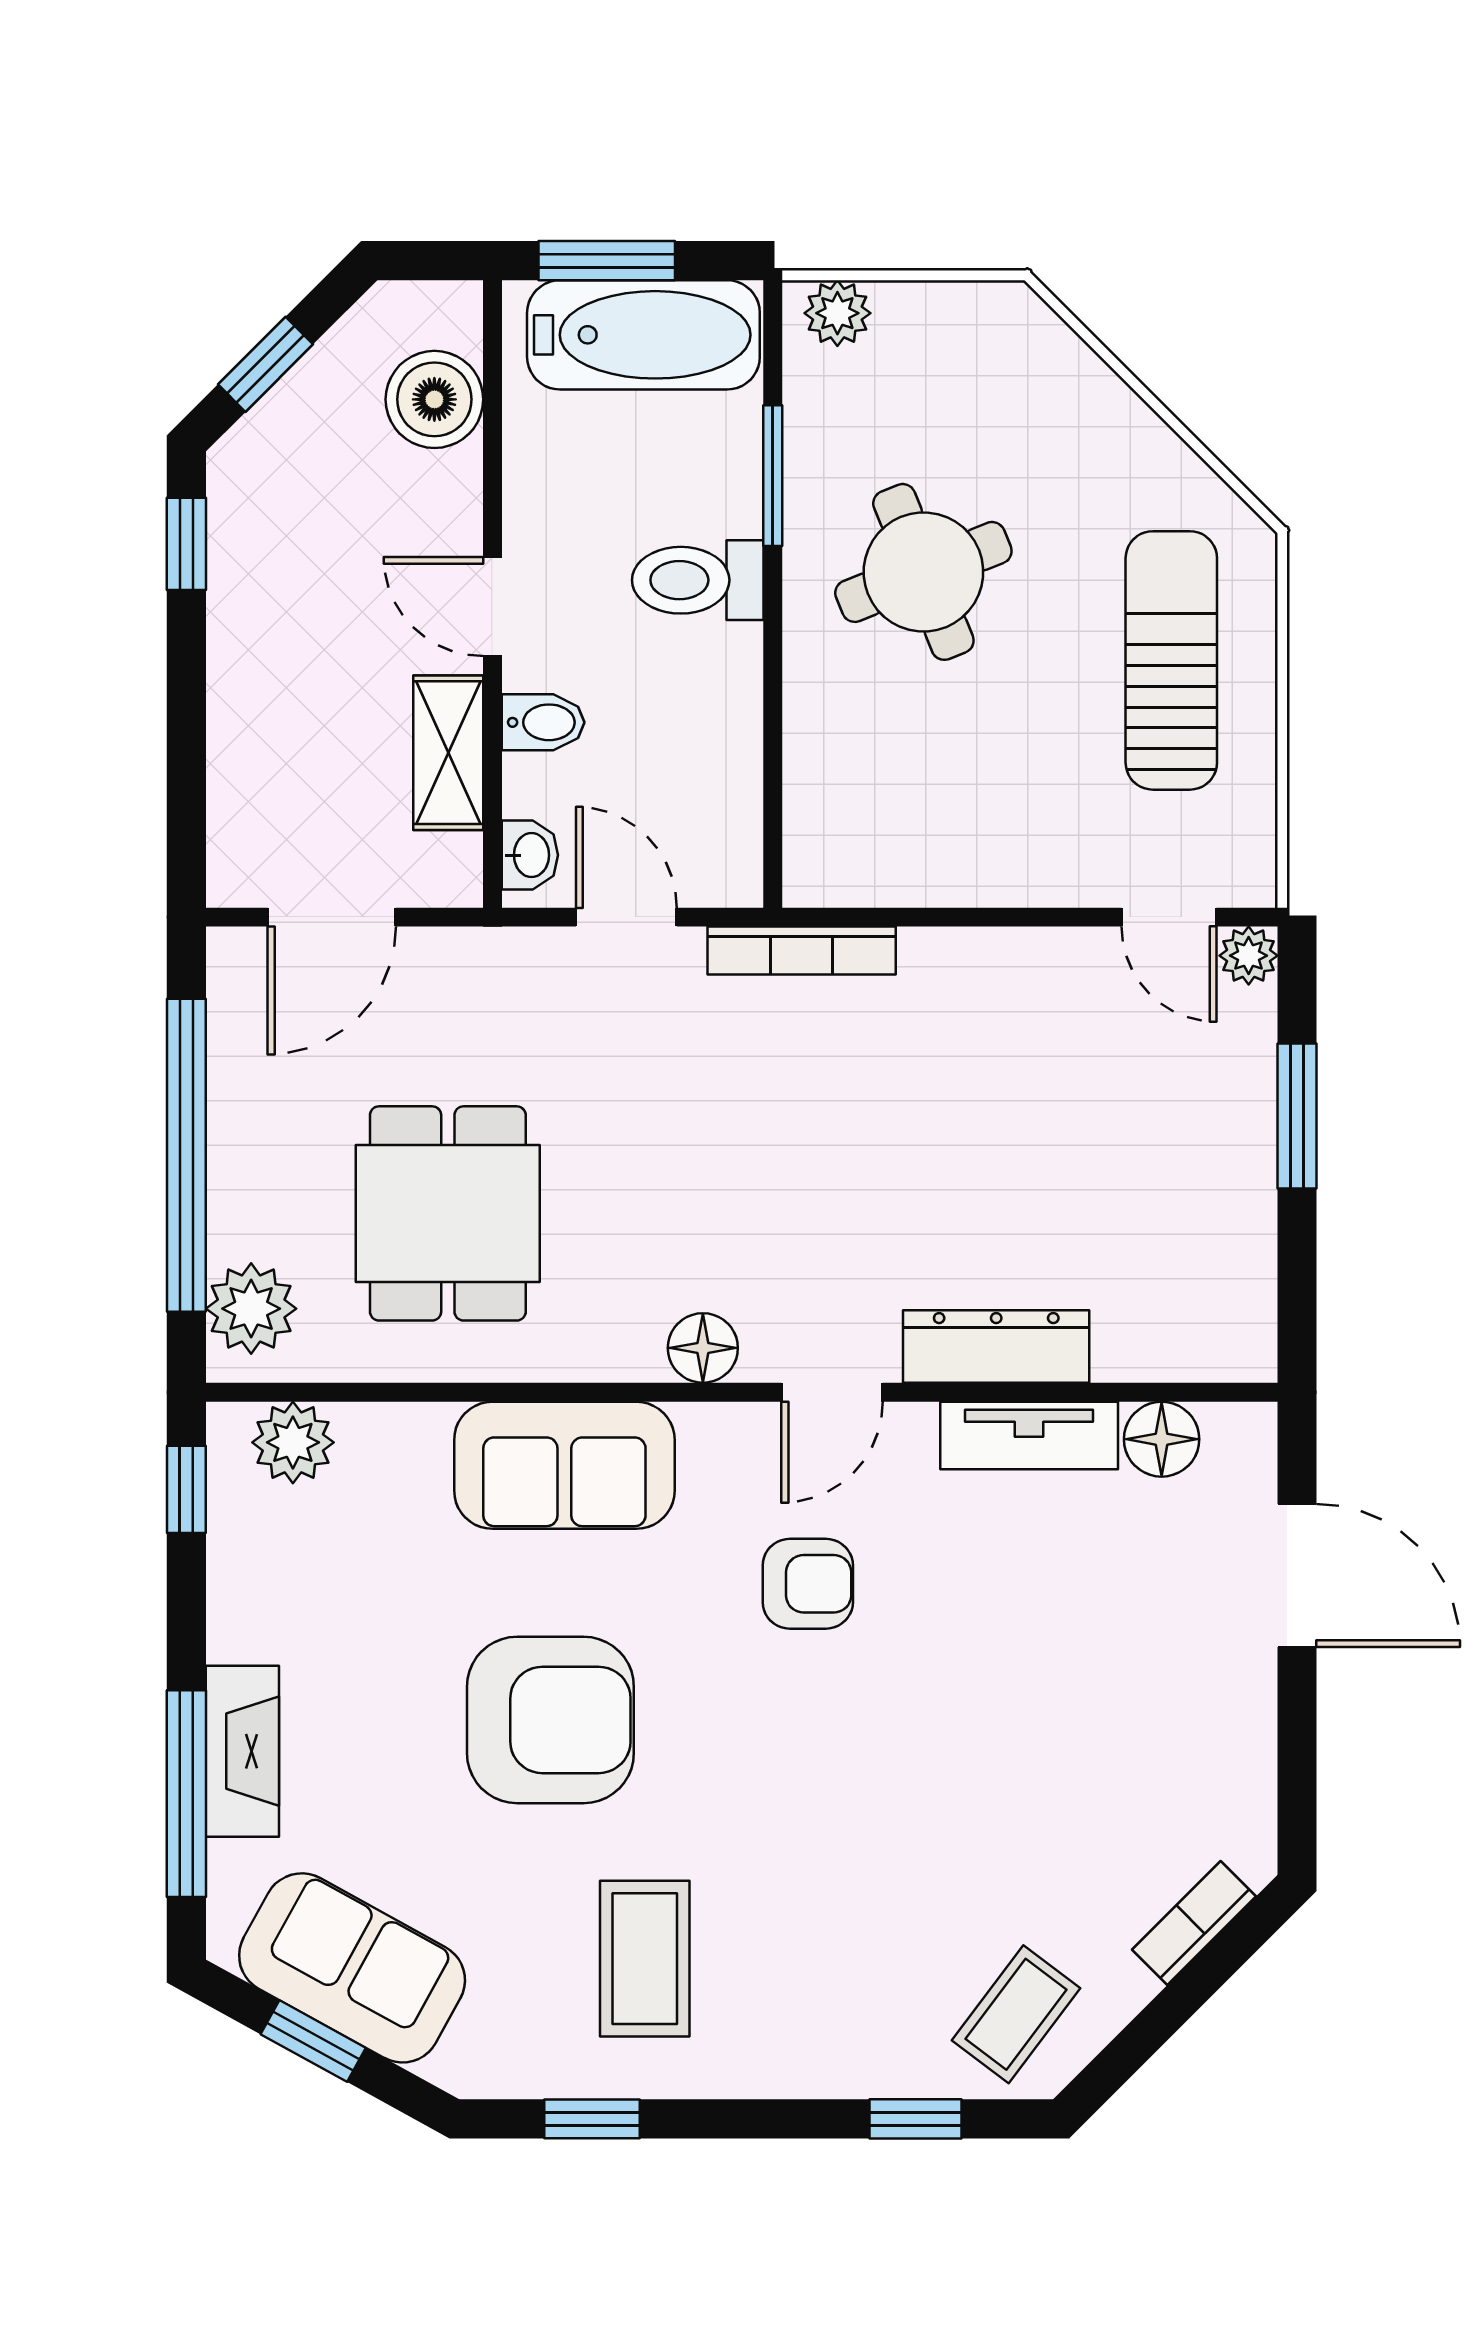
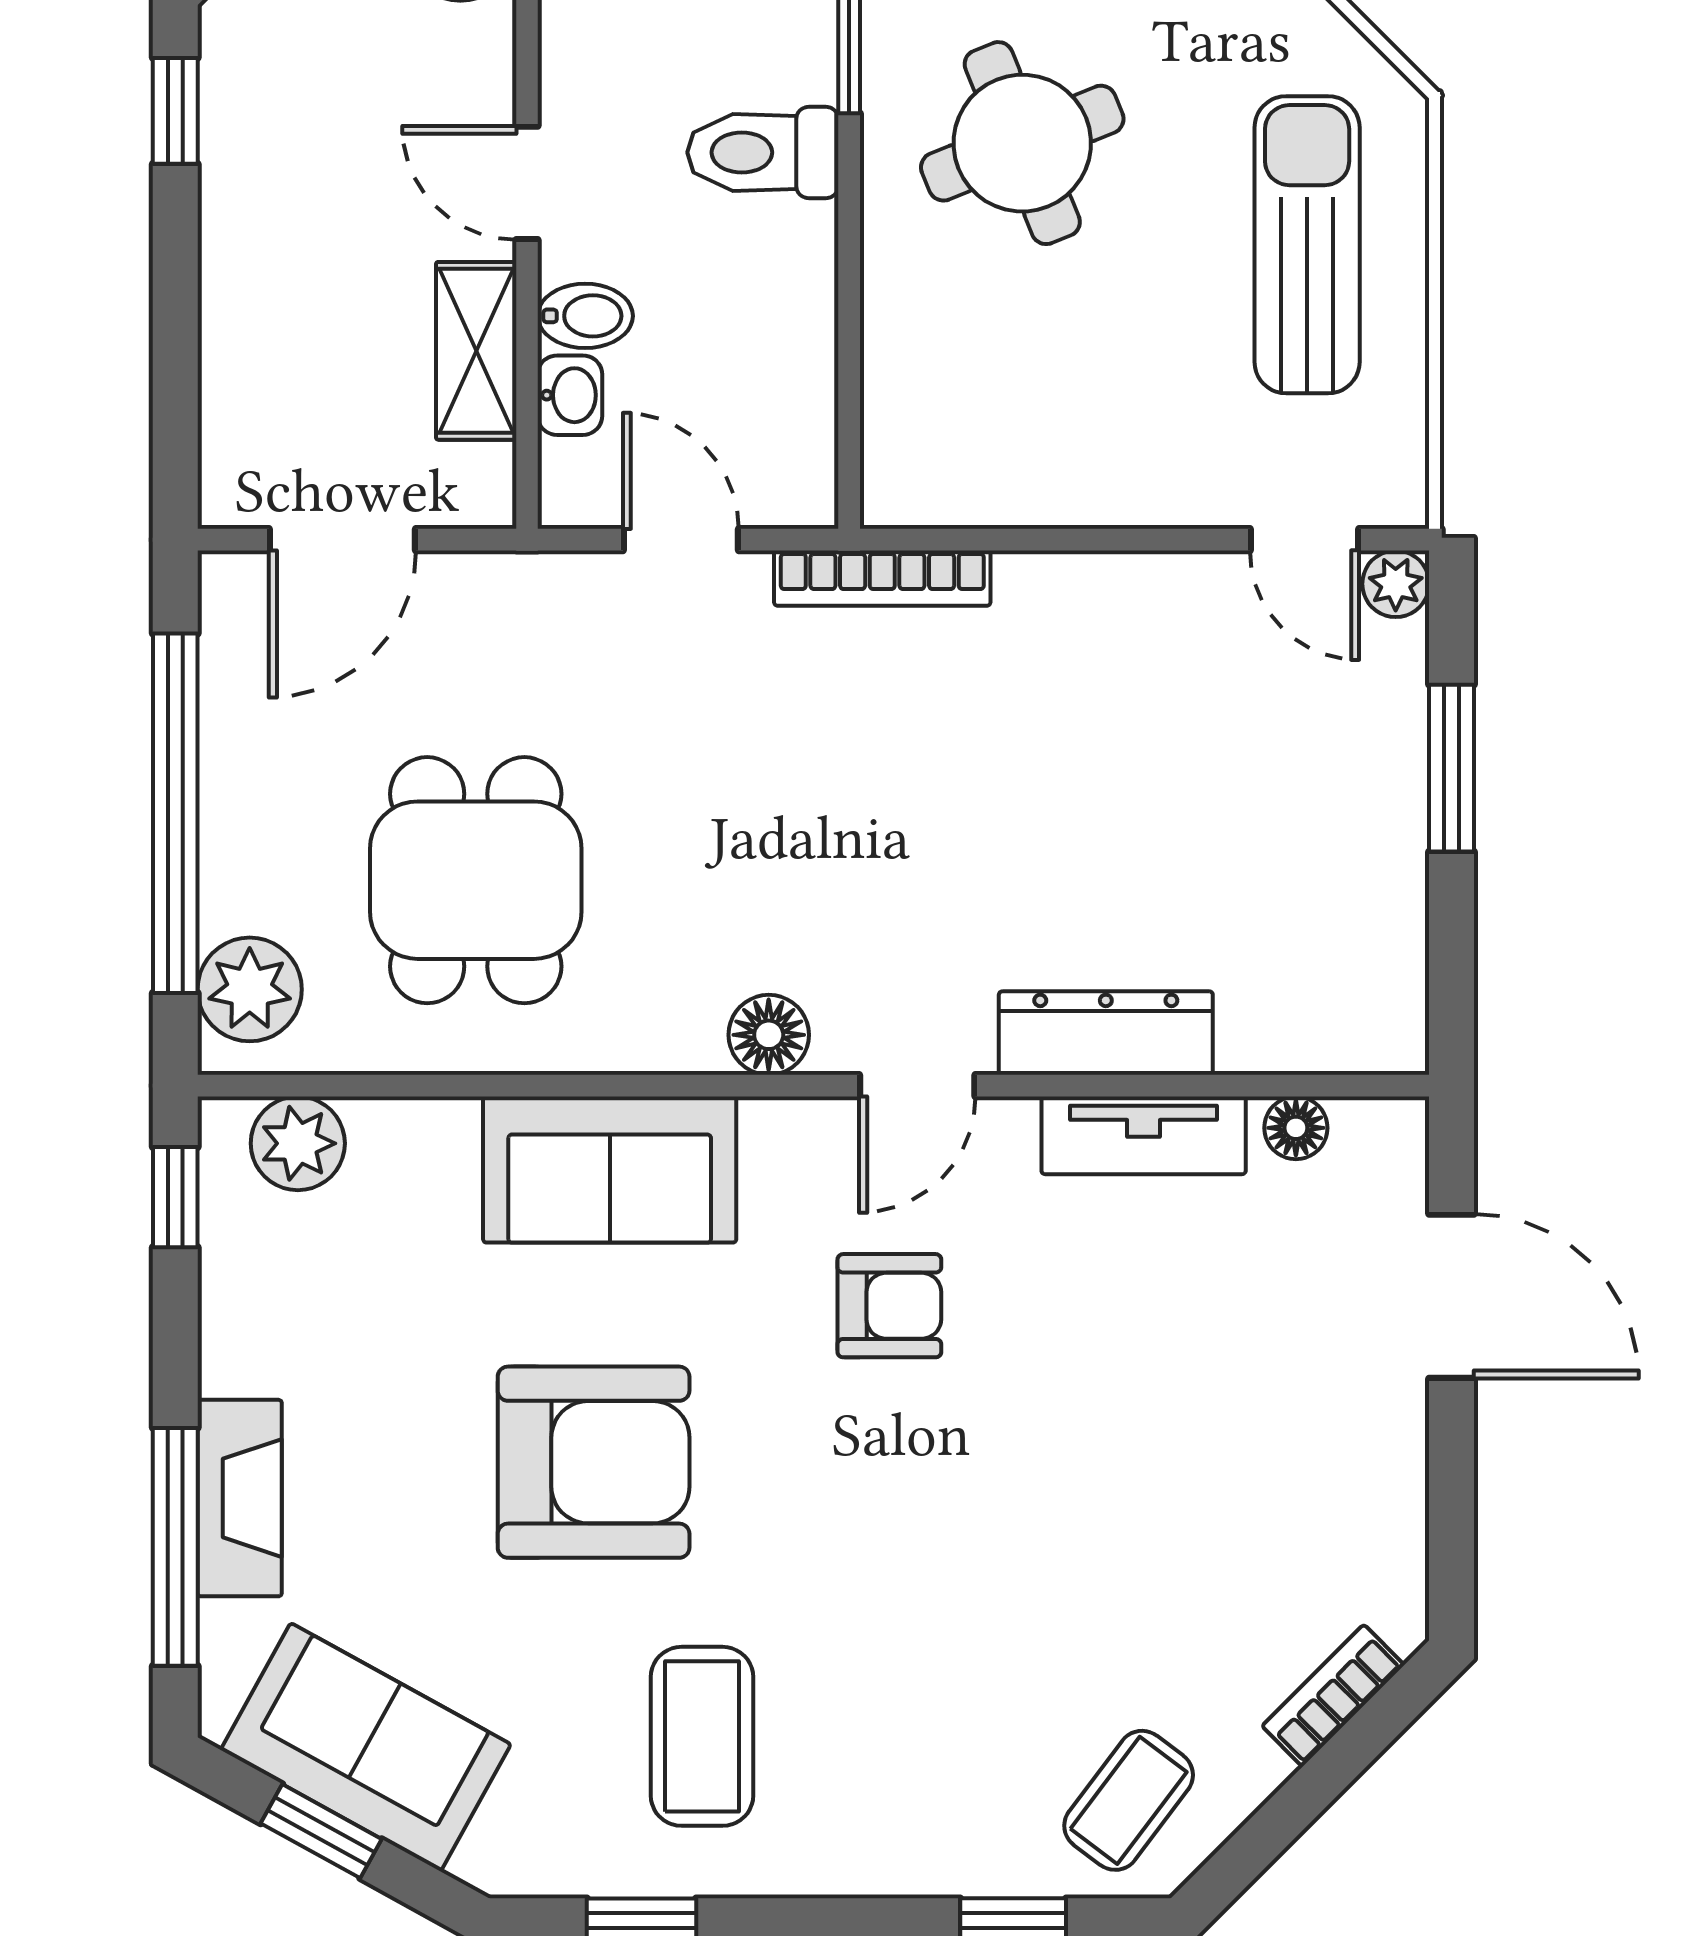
washbasin: (530, 855) -> (570, 395), moved
floor lamp: (1162, 1439) -> (1296, 1128), width x0.73, depth x0.73

